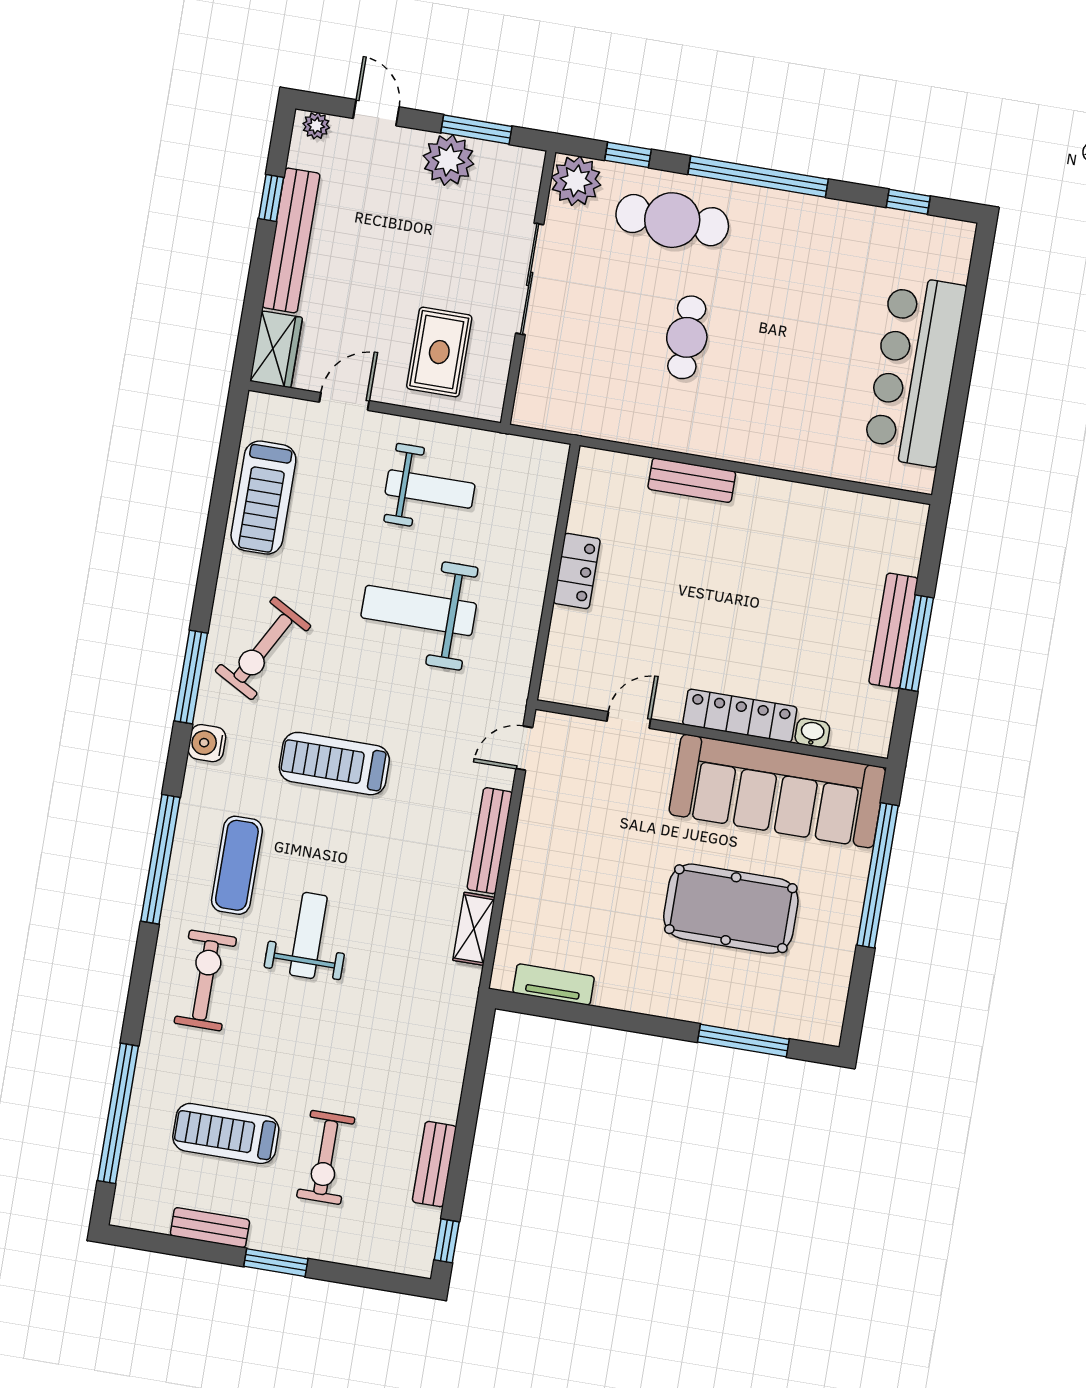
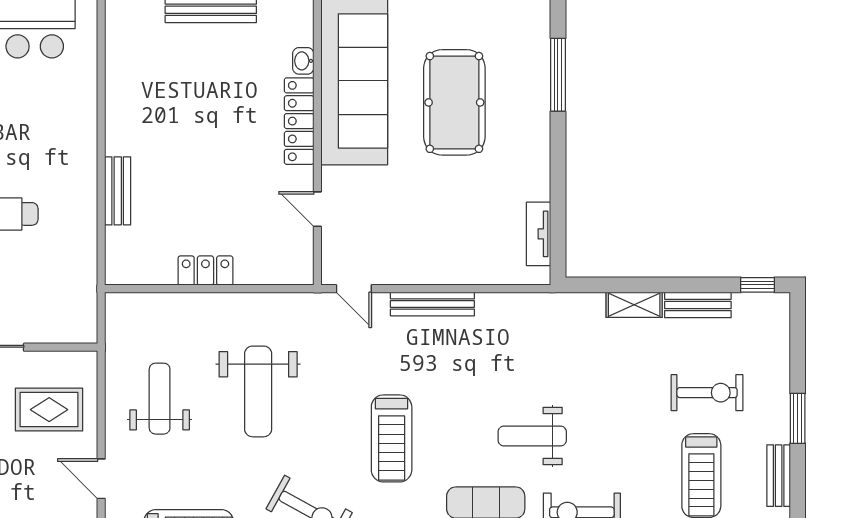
shelving: (474, 929) -> (634, 305), moved

